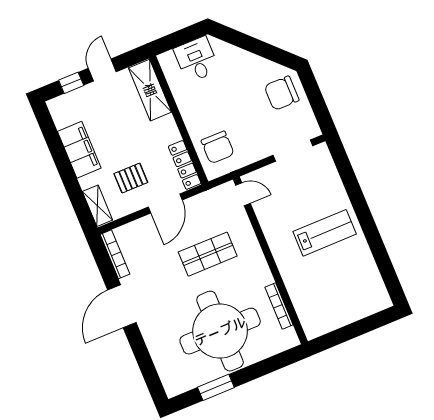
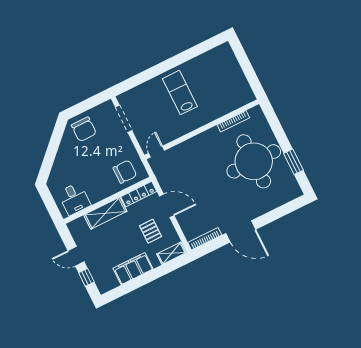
desk: (196, 60) -> (74, 199), moved, turned -90
shelving: (150, 90) -> (105, 213), moved
shop shelf: (208, 254) -> (200, 174), removed

